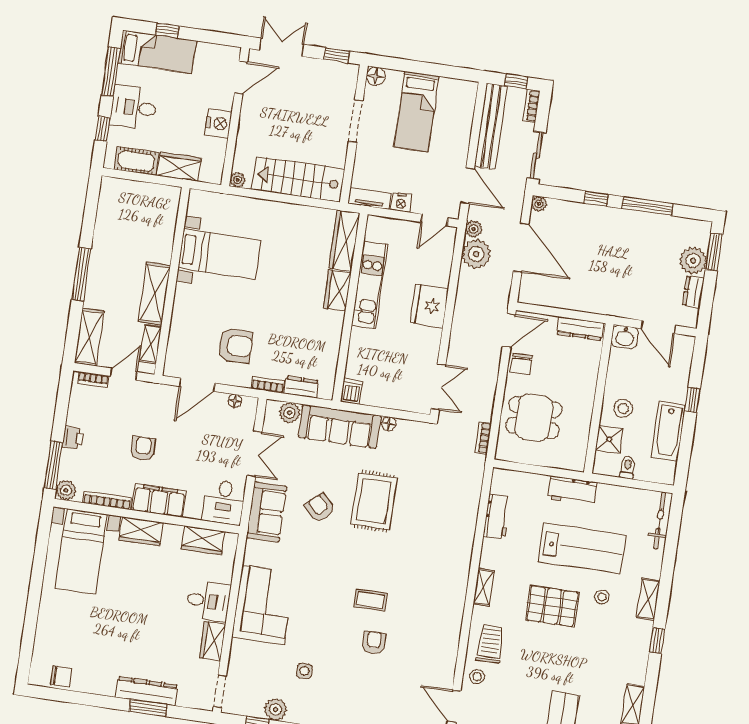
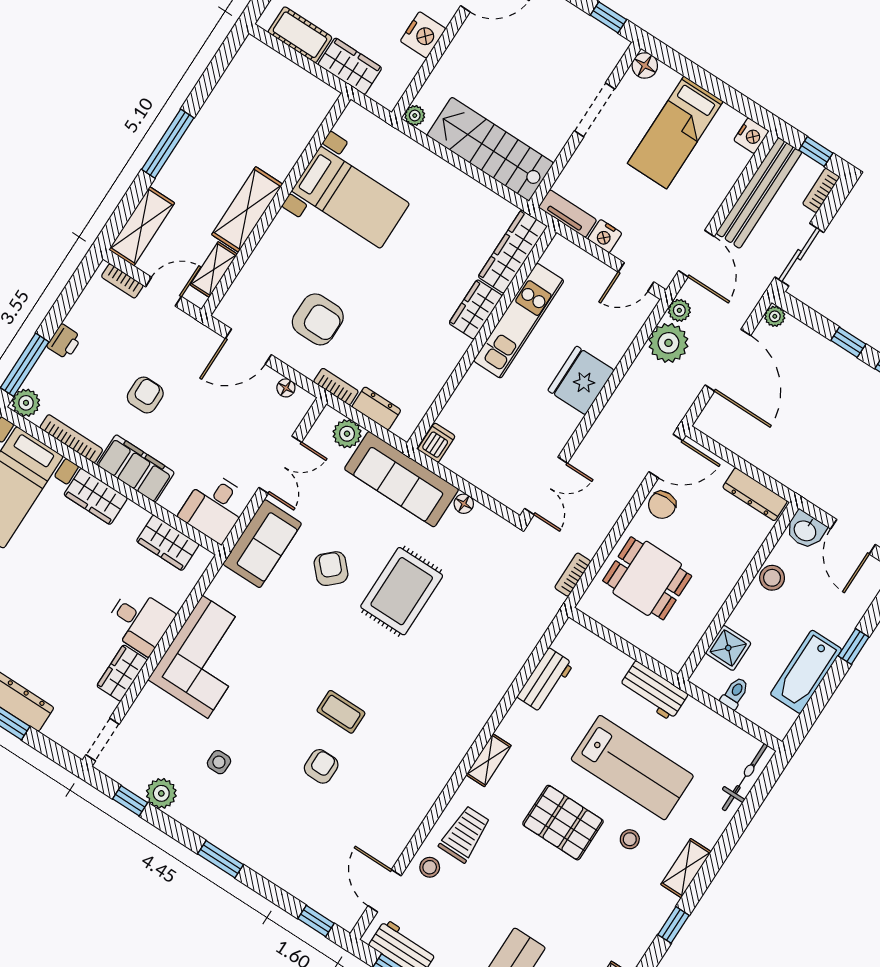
nightstand: (468, 90) -> (751, 136), added
stool: (623, 408) -> (772, 578), moved

